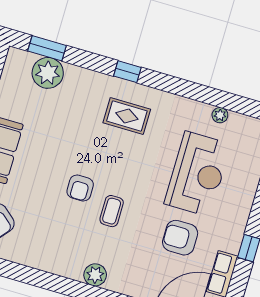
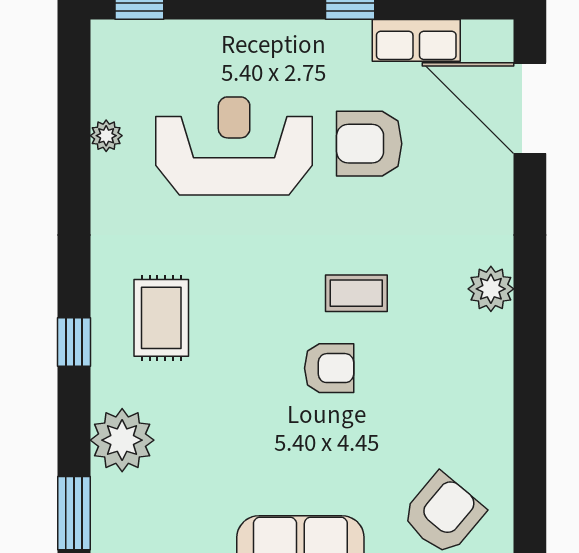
plant: (48, 73) -> (122, 440), moved
armchair: (180, 238) -> (369, 144), turned 90

